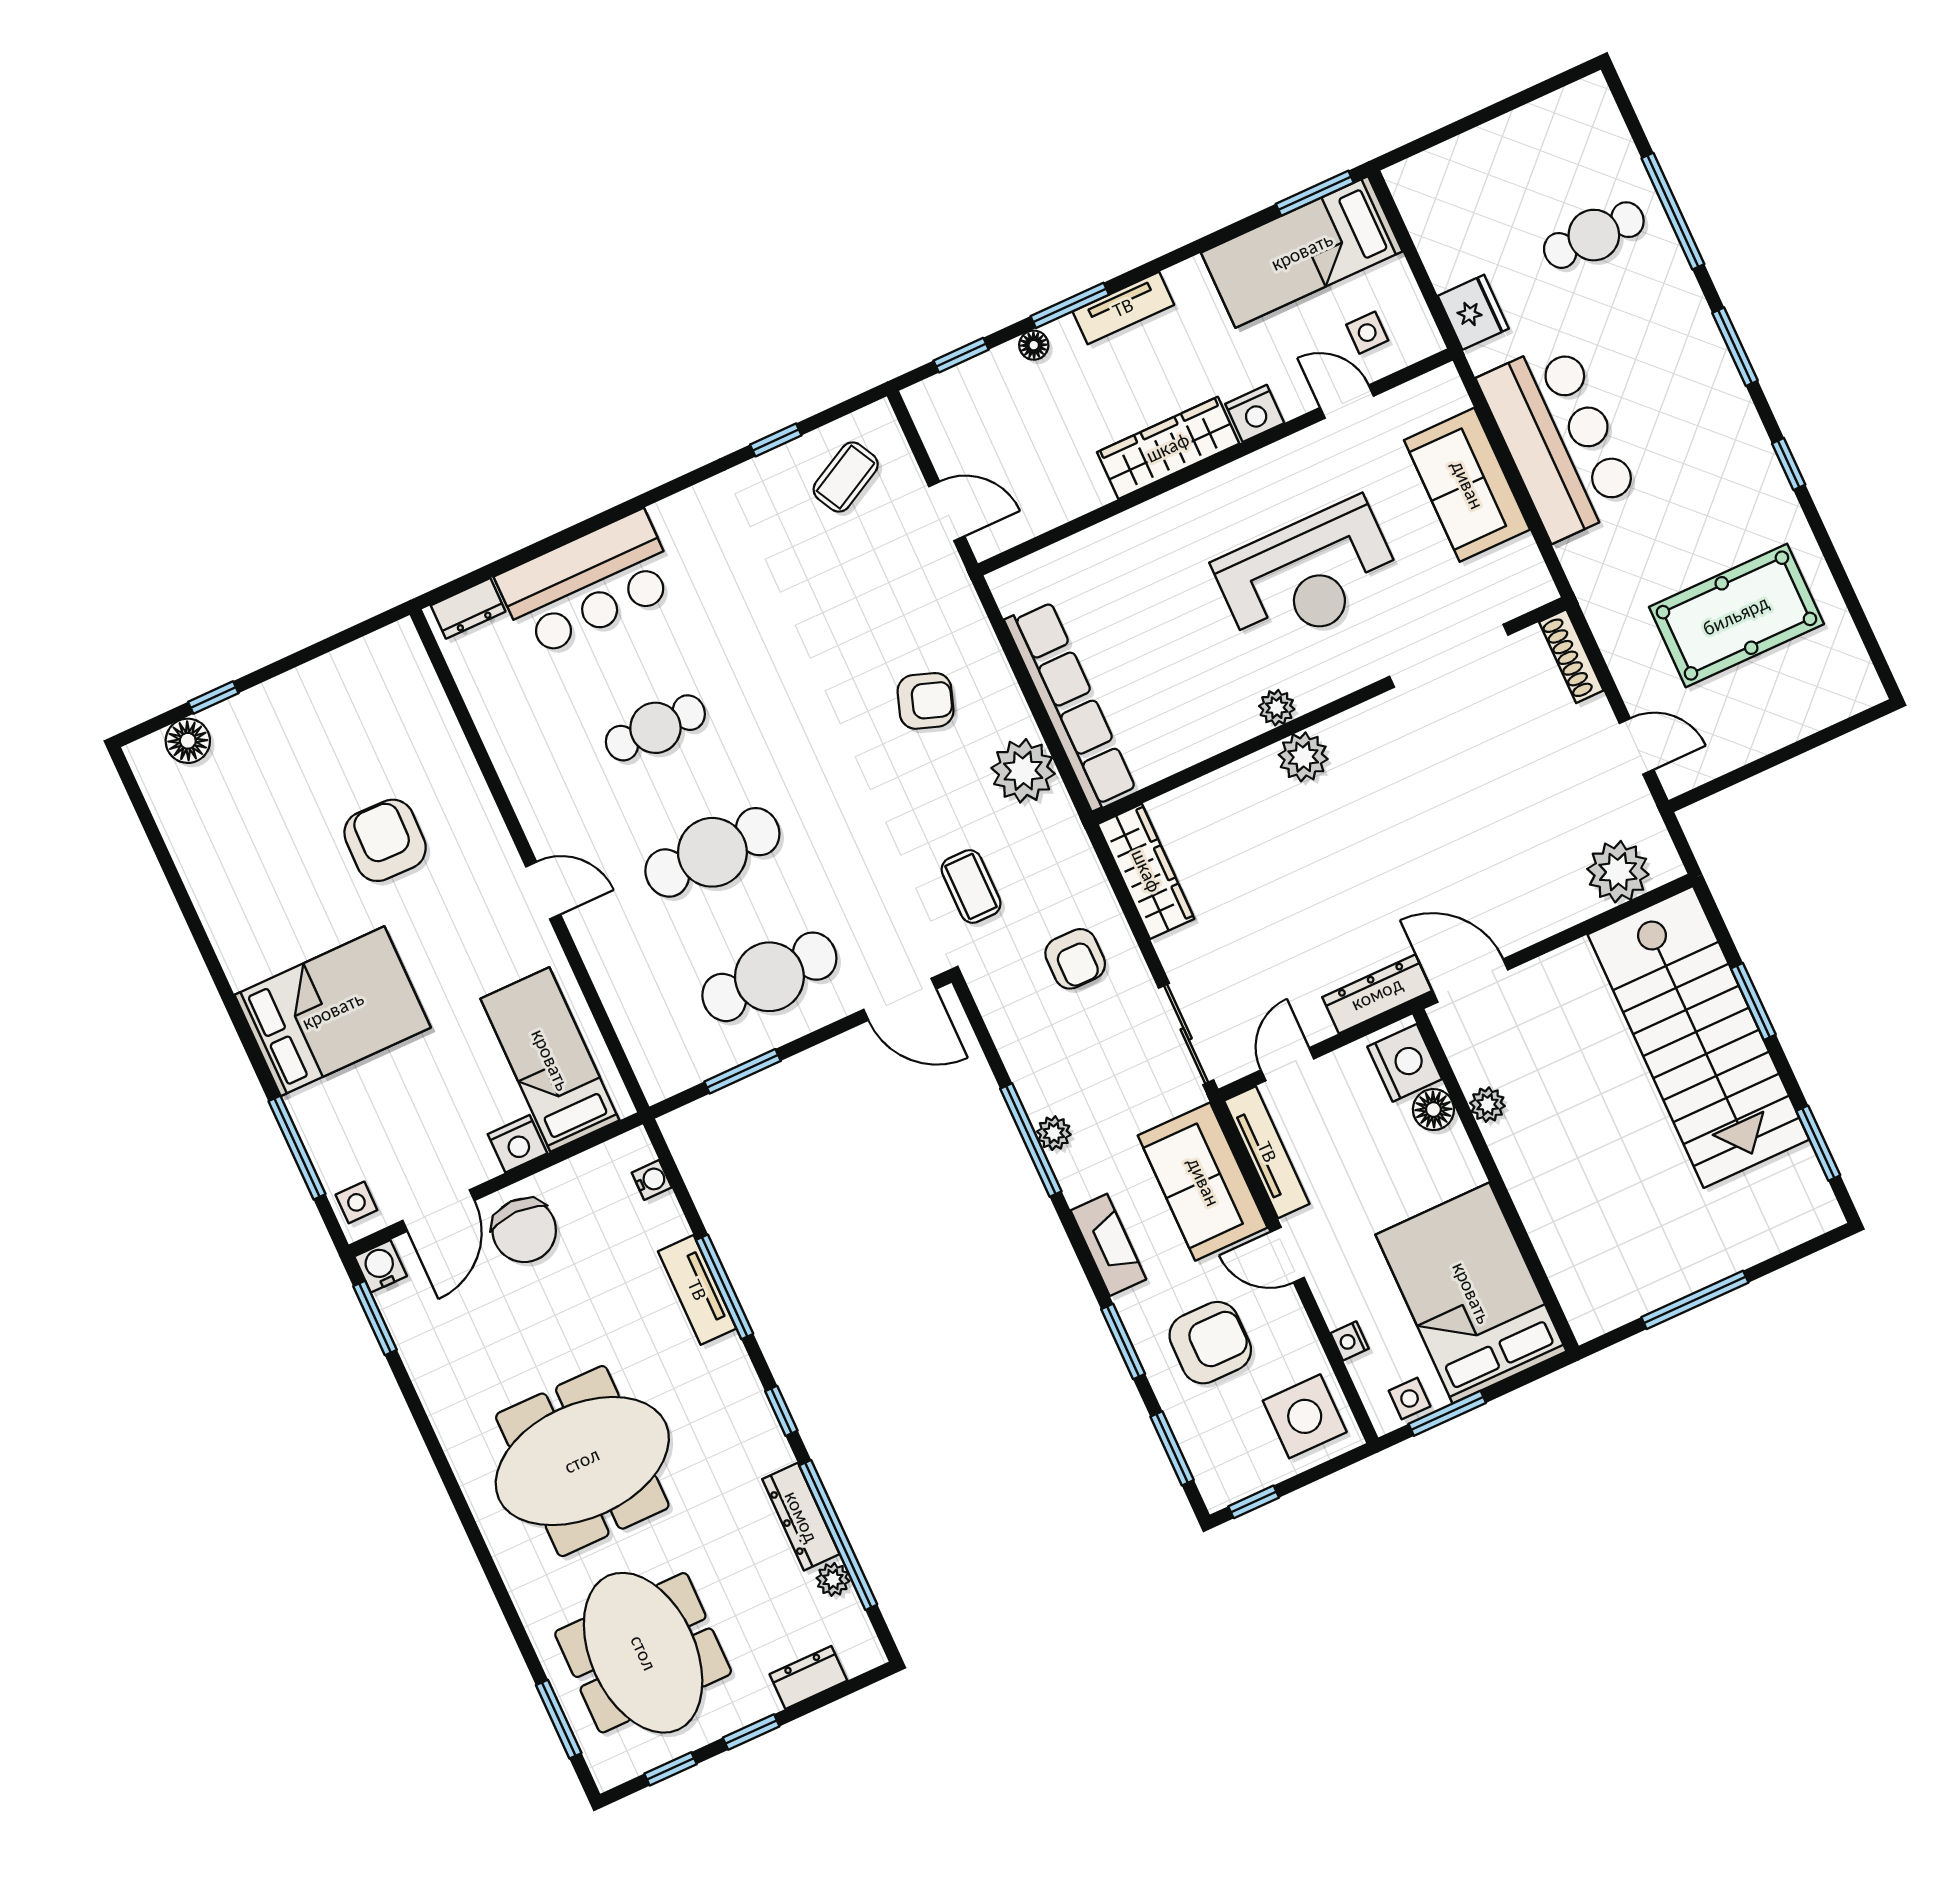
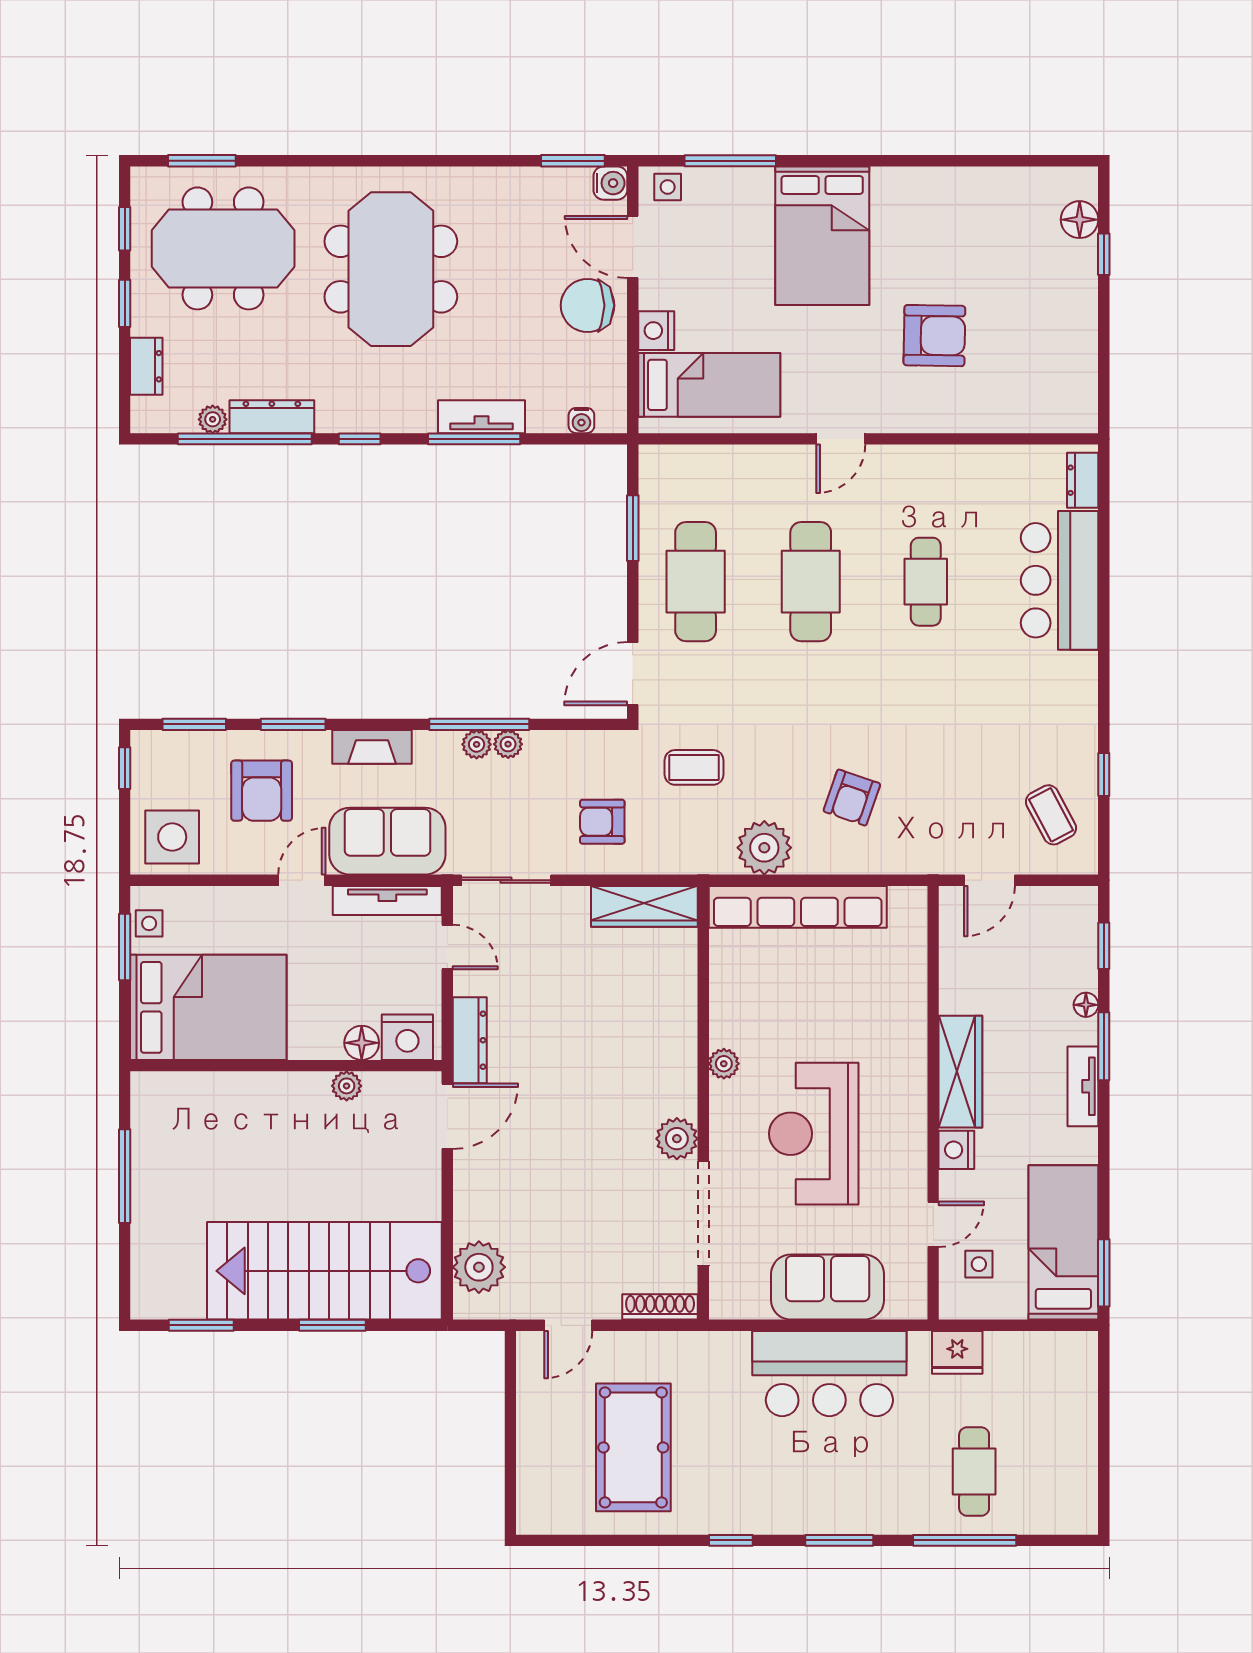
plant: (1303, 757) -> (677, 1139), moved
plant: (1038, 1099) -> (508, 744), added
nightstand: (1350, 1341) -> (214, 898), removed

